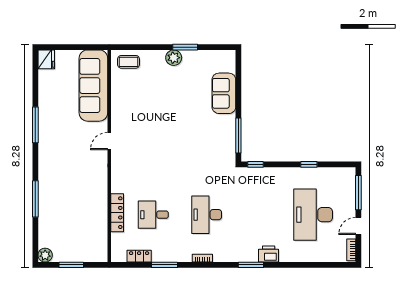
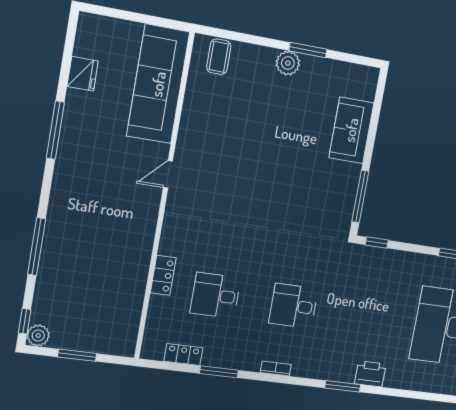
fridge: (46, 59) -> (83, 74), moved
coffee table: (129, 62) -> (219, 57), turned 90
locker: (117, 213) -> (163, 275), width x0.66
desk: (207, 215) -> (293, 306), width x0.73
window: (35, 247) -> (25, 321), added

